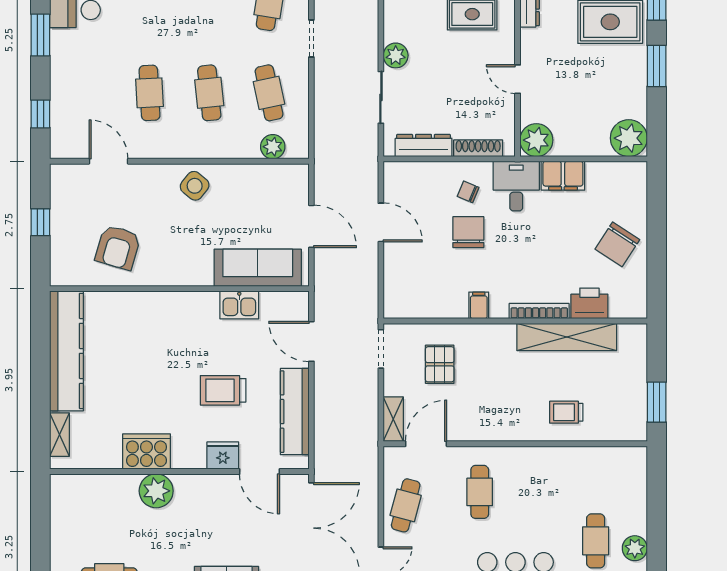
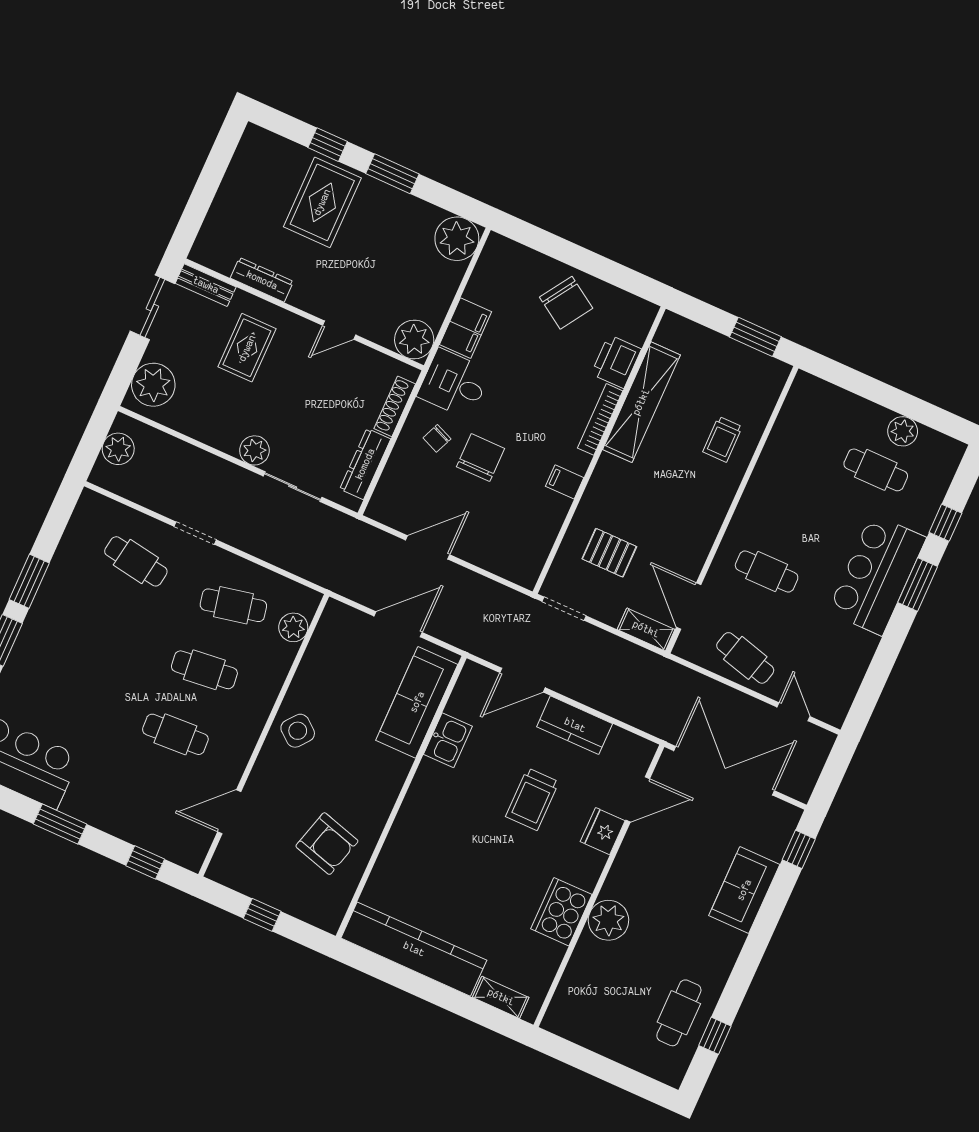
chair: (468, 232) -> (481, 458), turned 90
kitchen counter: (295, 412) -> (575, 725), width x0.67

